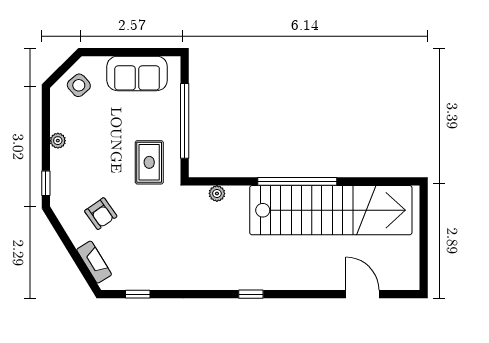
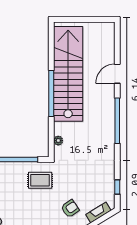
window: (251, 294) -> (117, 121), width x3.17
door: (362, 294) -> (117, 74), moved

